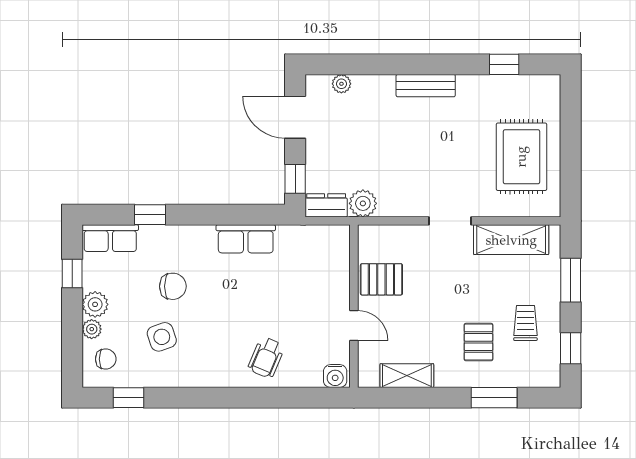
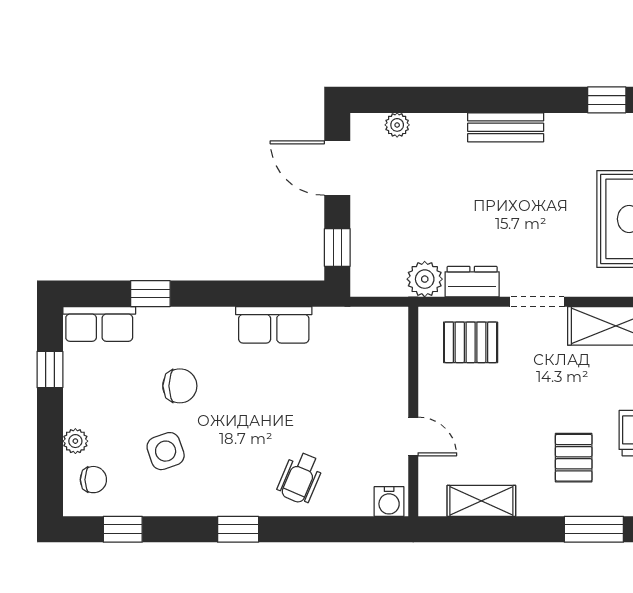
dresser: (326, 205) -> (472, 282), moved
pallet: (381, 279) -> (471, 342), moved
plant: (95, 304) -> (80, 409), removed
window: (218, 398) -> (238, 529), added

